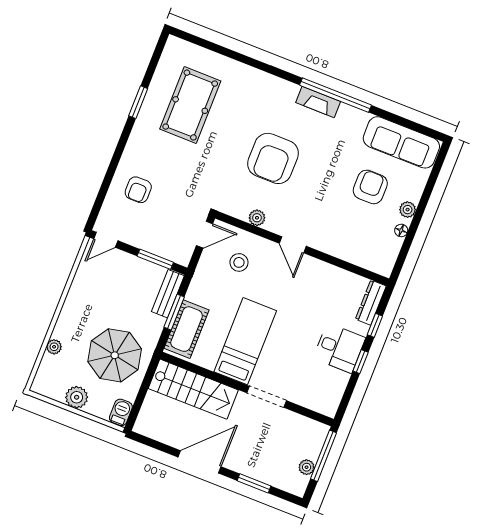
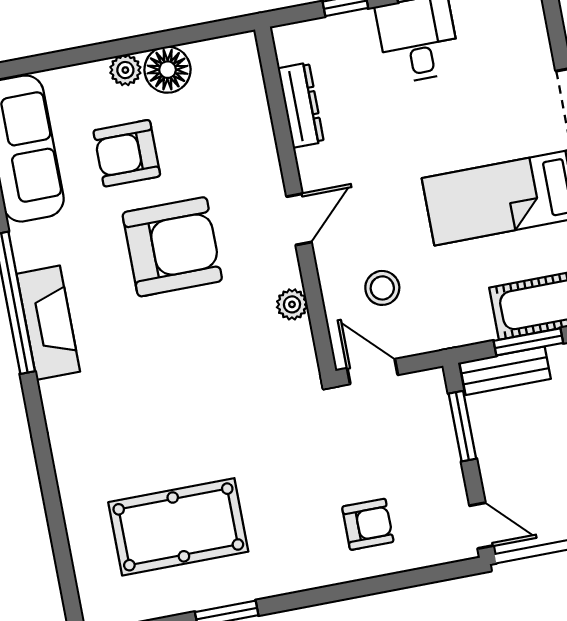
fireplace: (318, 102) -> (48, 323), width x1.37, depth x1.32
armchair: (273, 158) -> (172, 247), moved
floor lamp: (401, 230) -> (168, 70), width x1.89, depth x1.89
dresser: (371, 302) -> (301, 105), moved, turned -90

